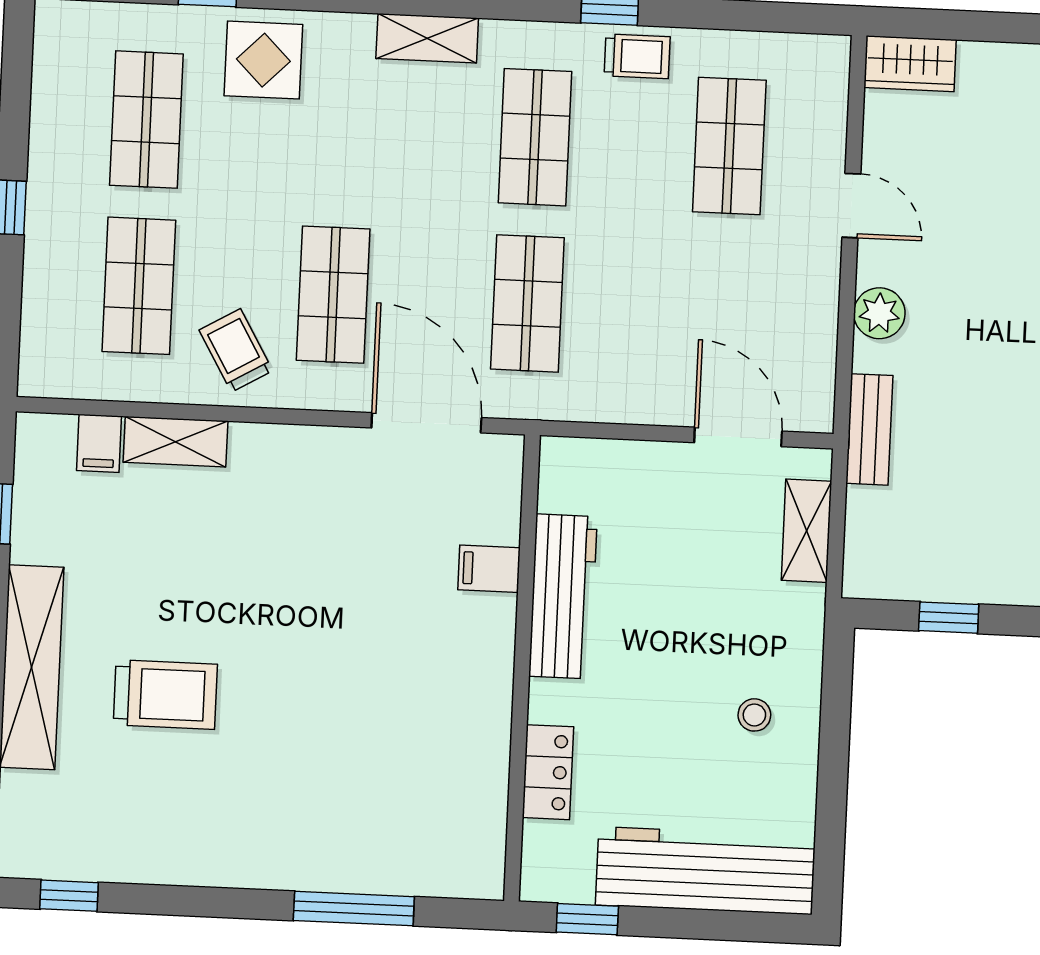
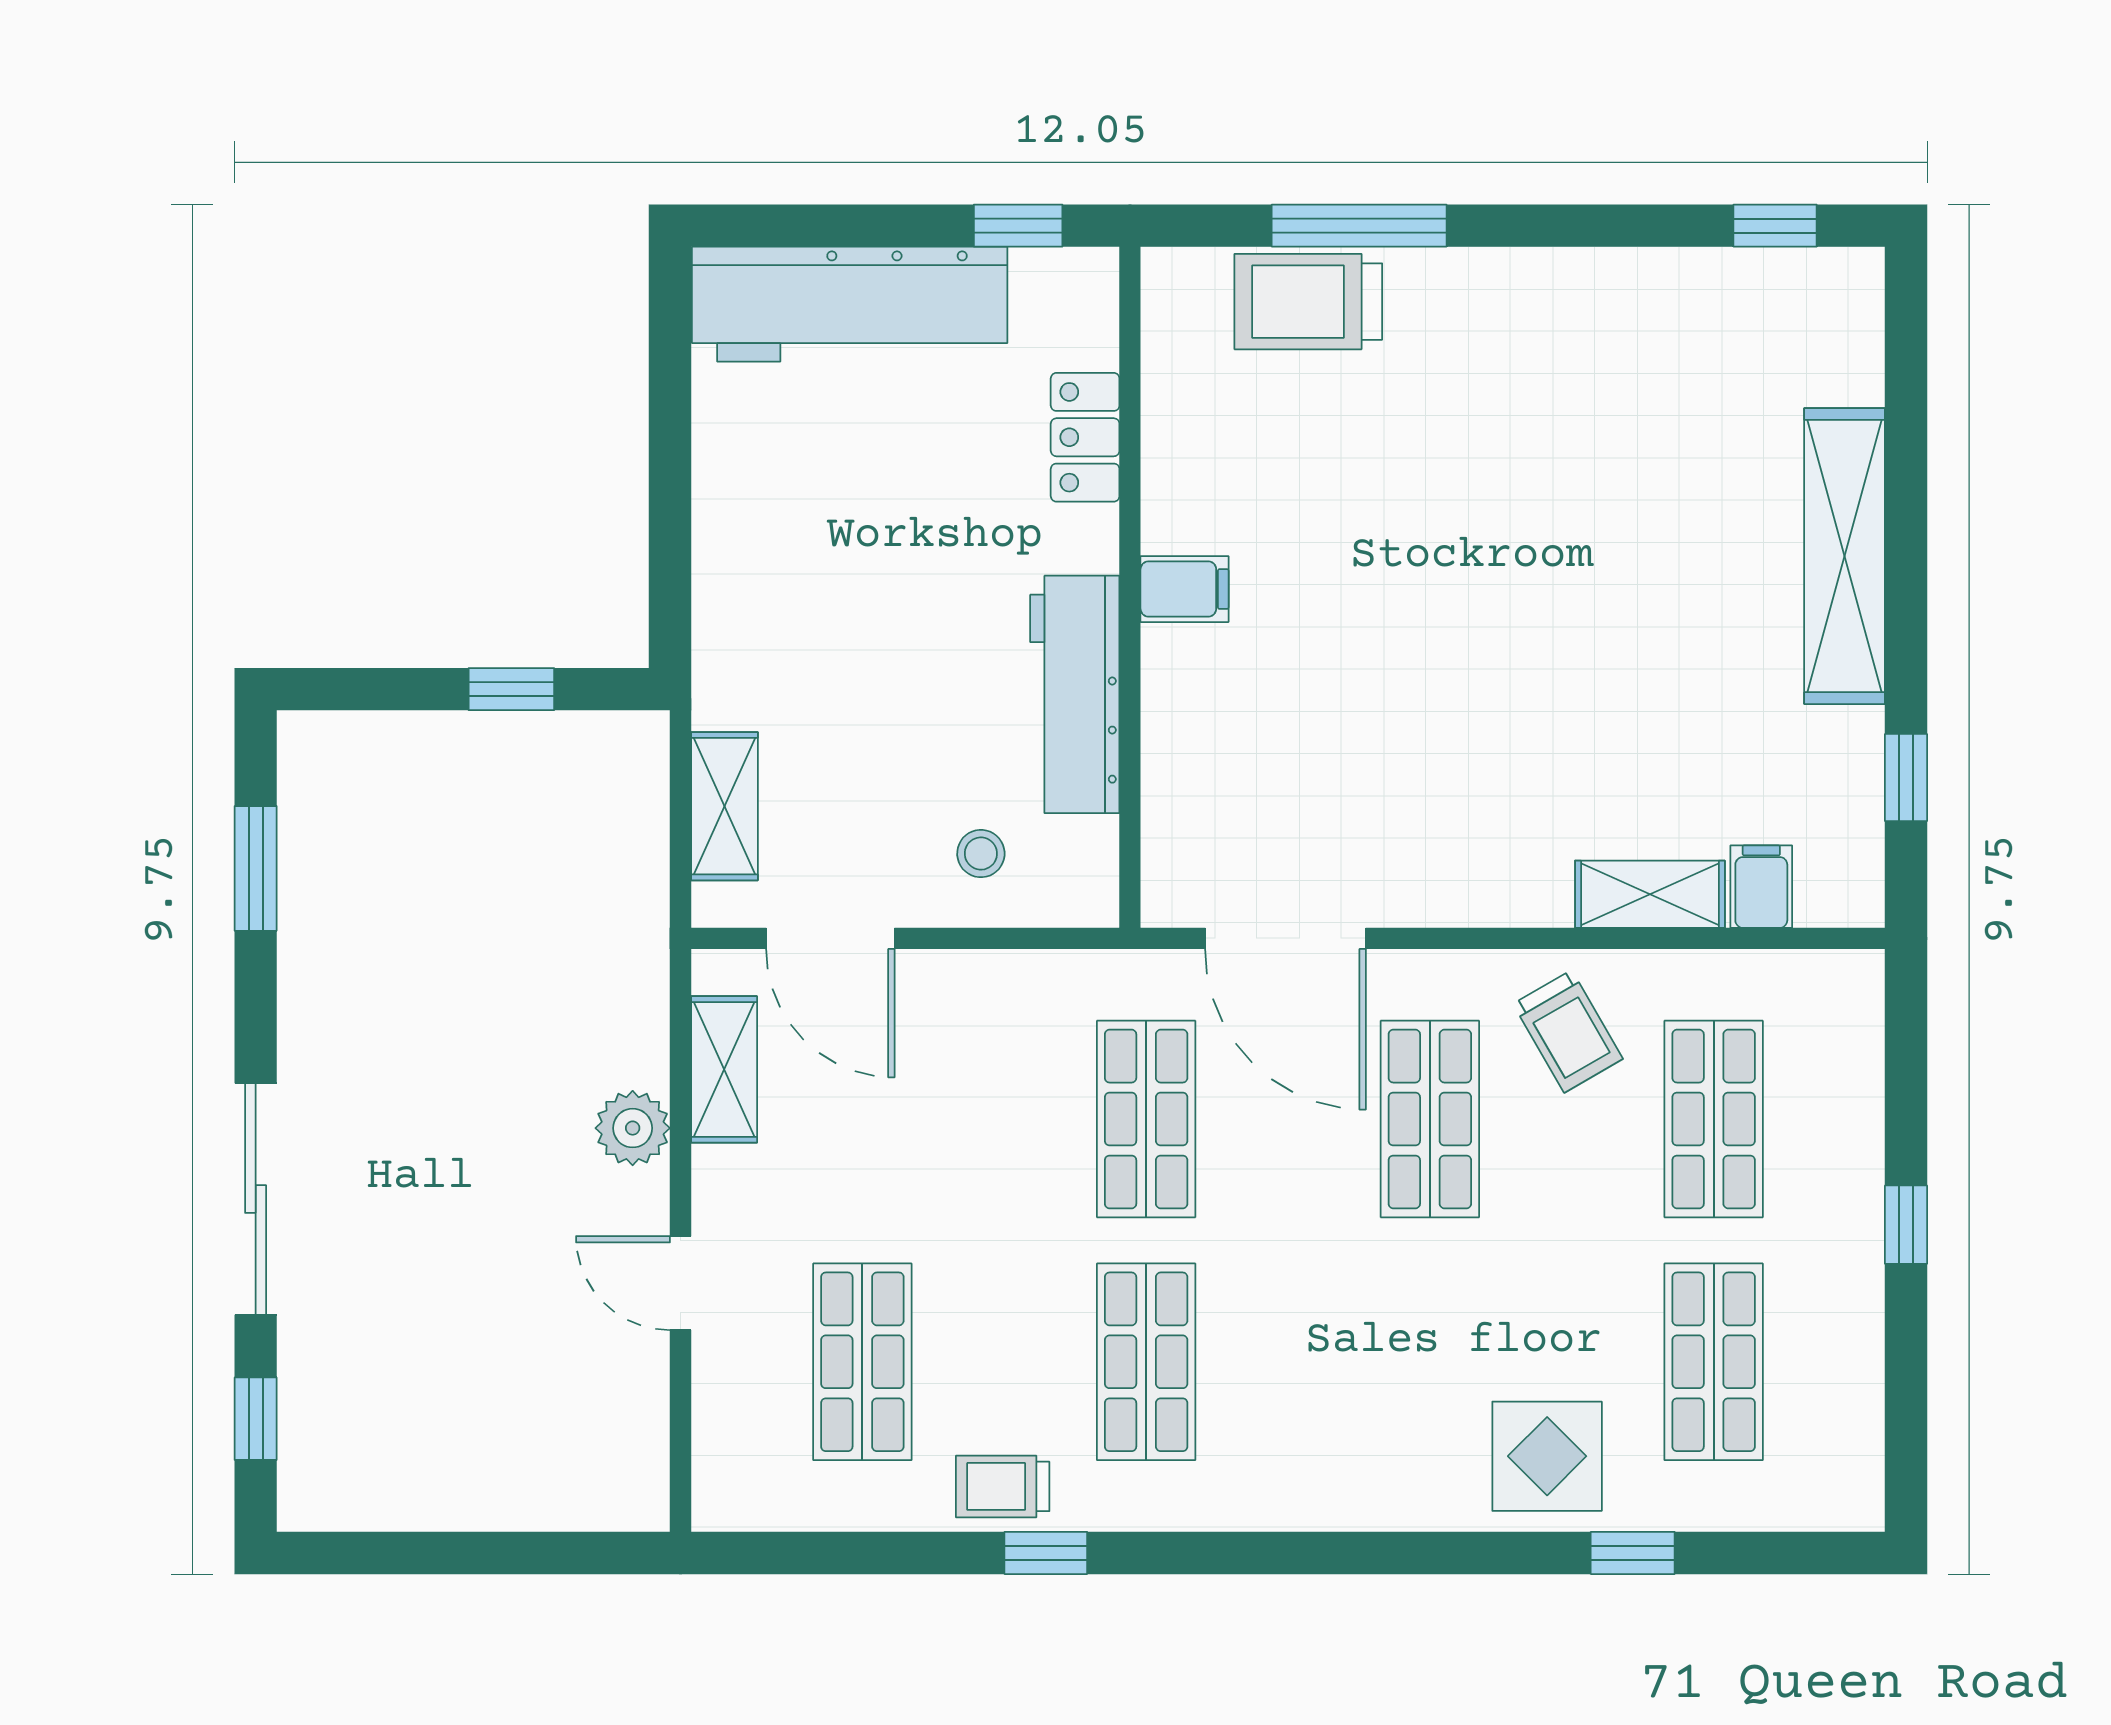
shelving: (427, 38) -> (724, 1069), moved, turned 90
wardrobe: (910, 64) -> (604, 1494), removed
bench: (869, 429) -> (639, 958), removed
filing cabinet: (489, 569) -> (1185, 589), moved
trolley: (165, 695) -> (1308, 302), moved
stool: (754, 715) -> (981, 854), moved

